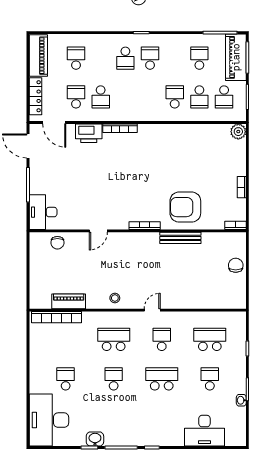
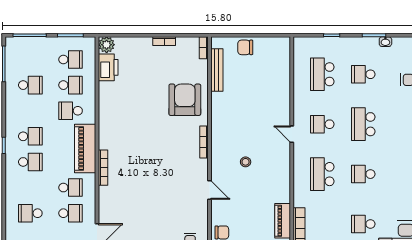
piano: (236, 57) -> (85, 148), moved, turned 90
school desk: (150, 58) -> (30, 136), turned 180
school desk: (199, 58) -> (30, 85), turned 180
school desk: (76, 97) -> (71, 213), turned 180
printer: (89, 133) -> (108, 67), moved
armchair: (185, 207) -> (185, 100), turned 180
bench: (180, 238) -> (217, 70), moved
stool: (115, 298) -> (246, 162), moved

